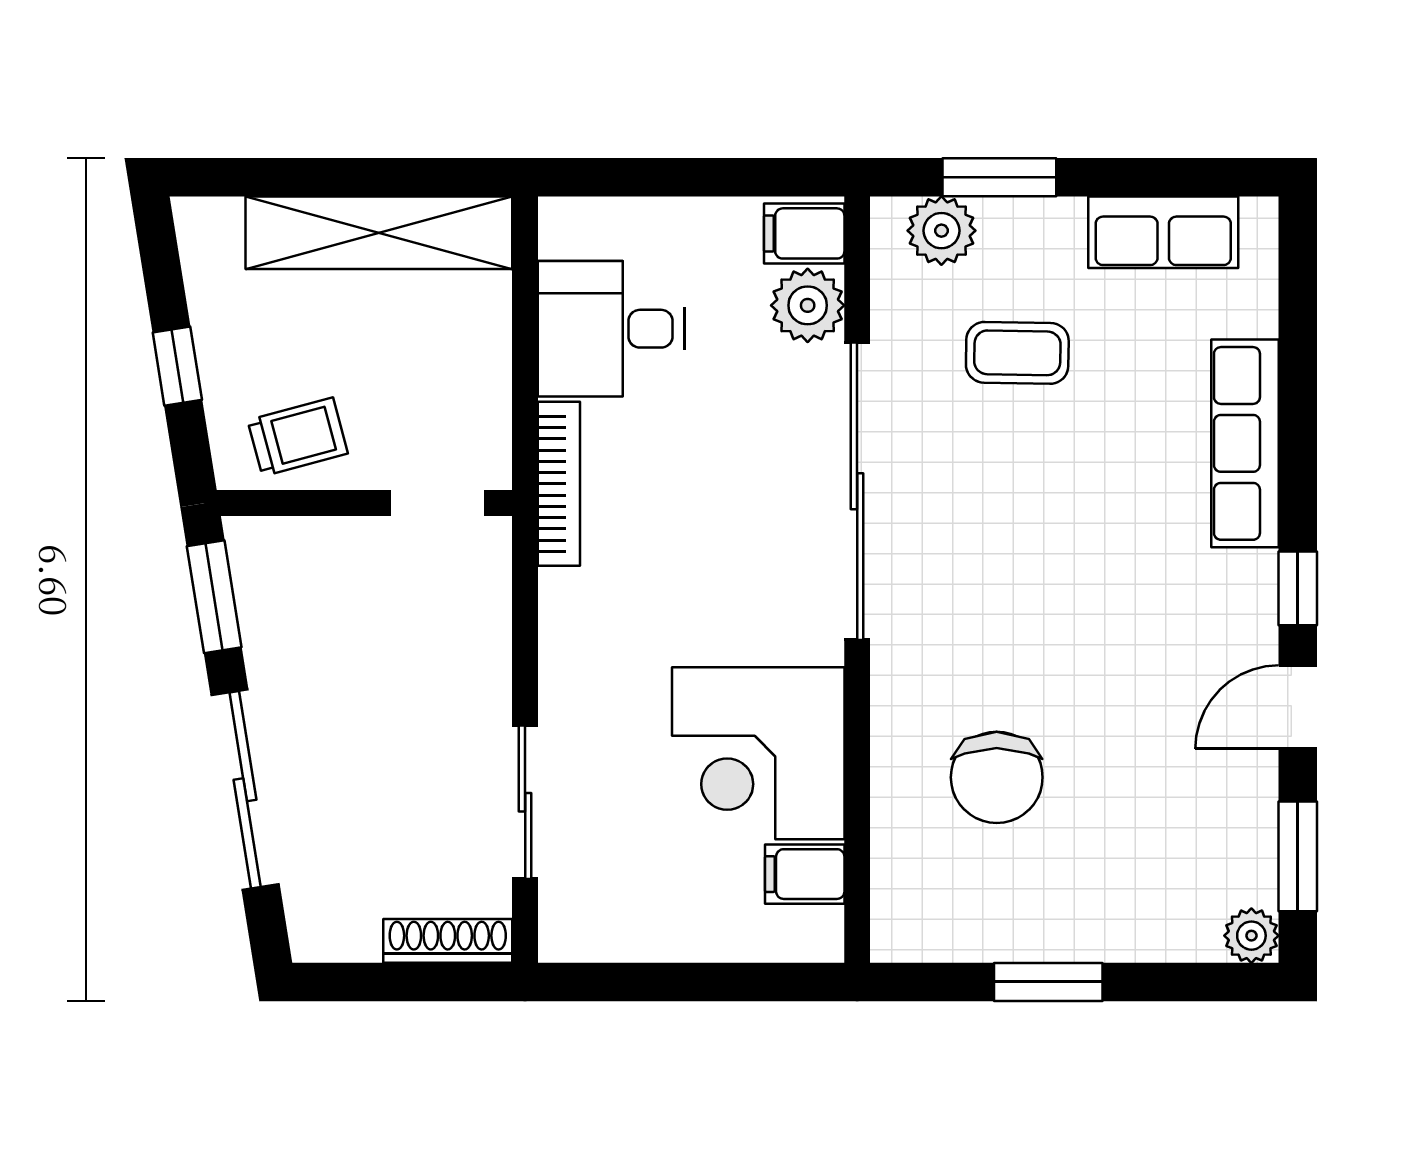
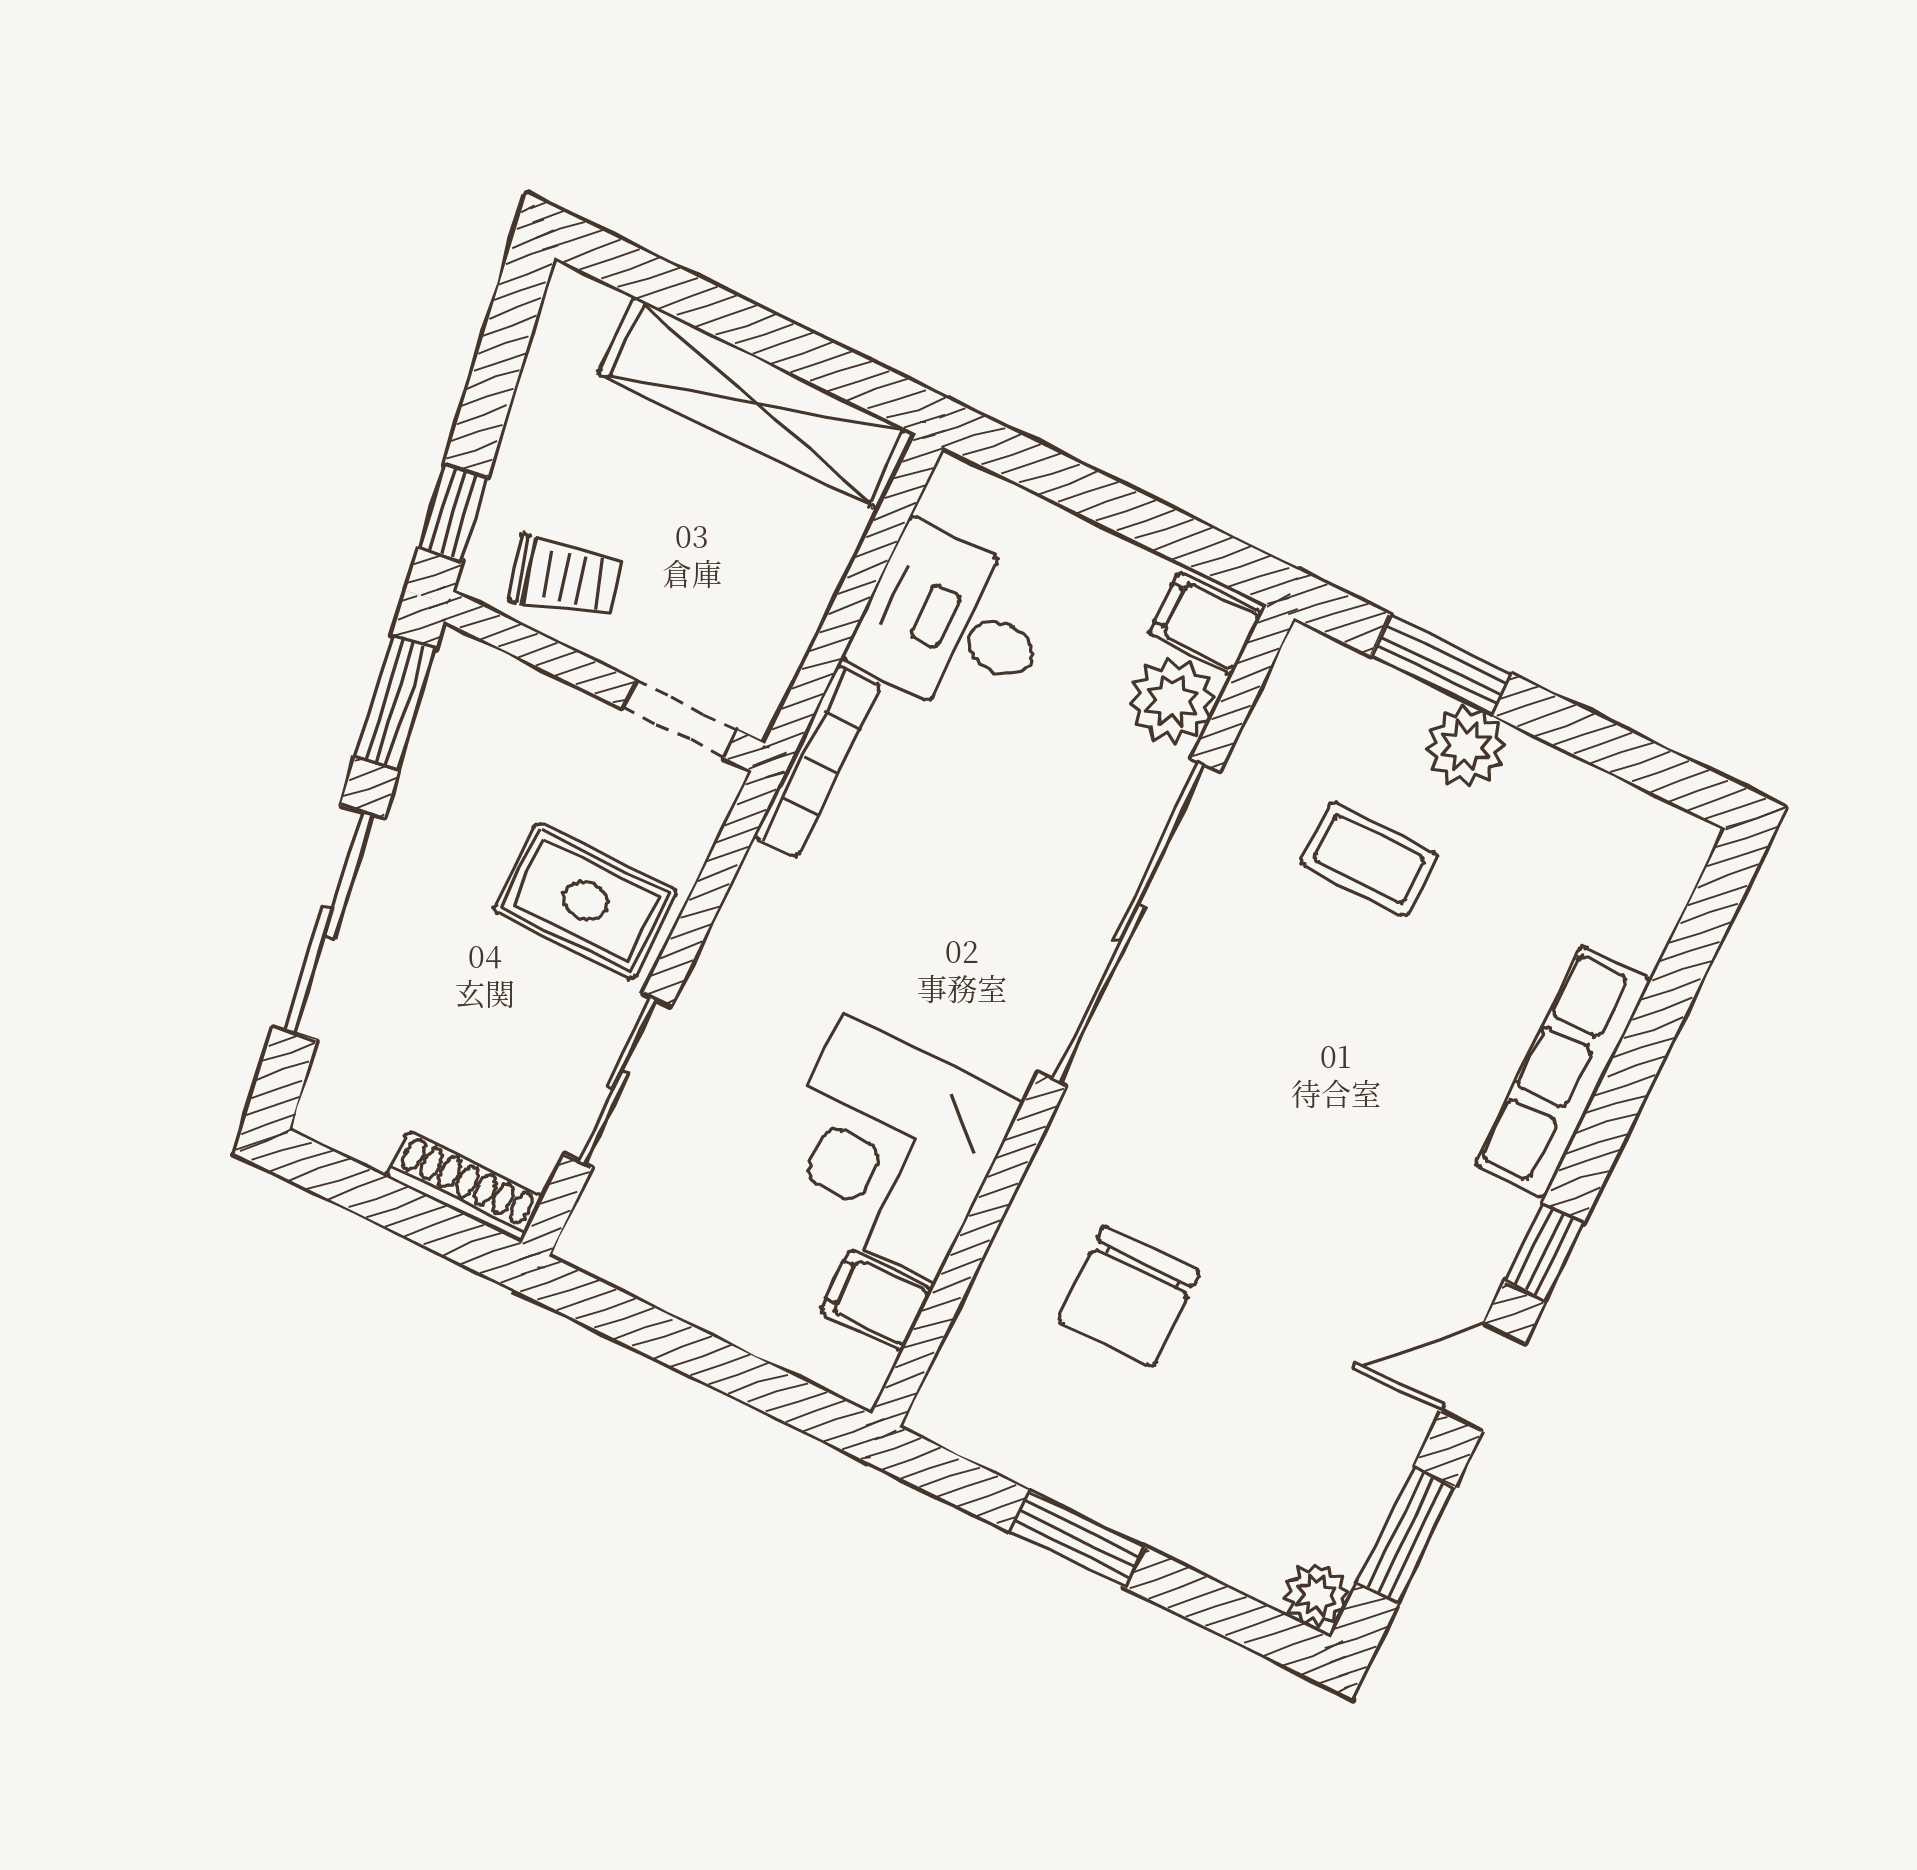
plant: (941, 231) -> (1466, 746), moved
row of seats: (1163, 232) -> (1585, 807), removed
window: (177, 366) -> (453, 512), moved
rug: (433, 677) -> (585, 901), added

